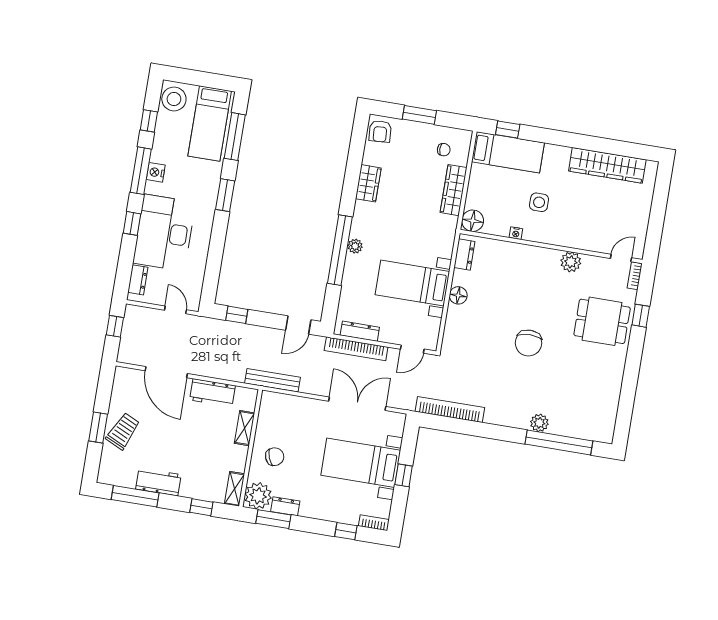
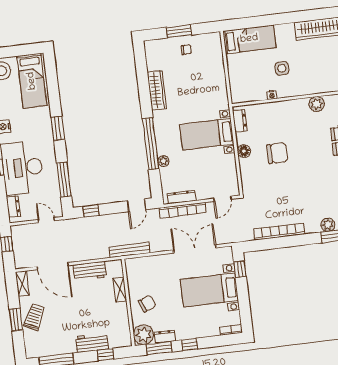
window: (508, 130) -> (245, 23), removed
armchair: (380, 131) -> (154, 51), removed
window: (235, 137) -> (64, 179), moved
chair: (444, 150) -> (186, 50), moved
wardrobe: (368, 183) -> (157, 90), width x1.50
wardrobe: (454, 190) -> (219, 77), removed
floor lamp: (473, 221) -> (239, 95), removed
plant: (355, 246) -> (163, 161), moved
bed with nightstands: (412, 283) -> (207, 134), moved
chair: (528, 343) -> (277, 153), moved, turned -90
bookcase: (450, 410) -> (279, 232), moved
window: (404, 475) -> (240, 269), moved
workbench: (158, 482) -> (92, 343), moved
shelving: (234, 489) -> (22, 283), moved
window: (346, 531) -> (190, 344), moved

